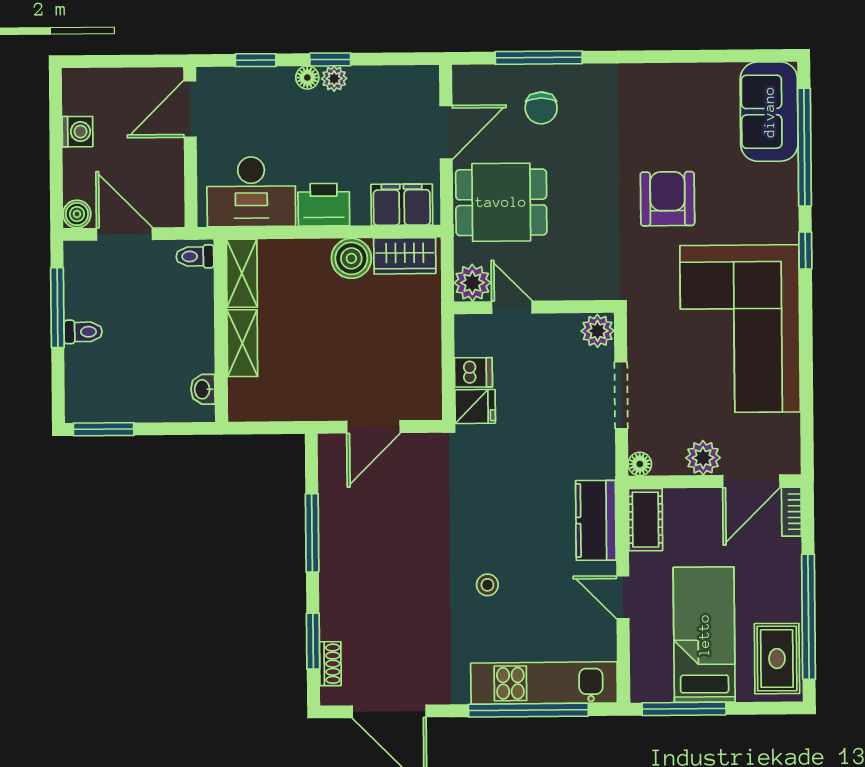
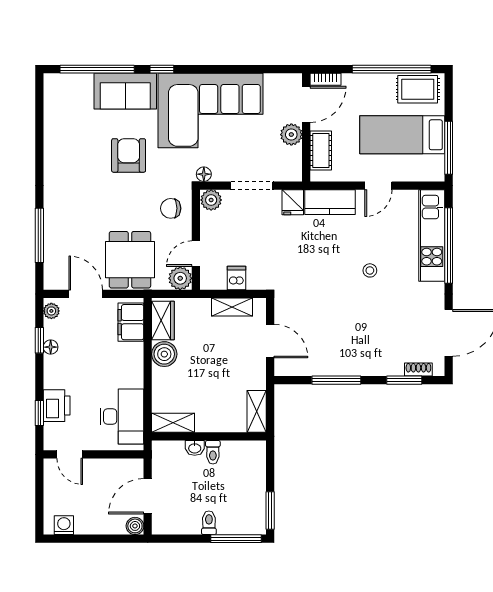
window: (330, 59) -> (39, 340), moved
floor lamp: (307, 78) -> (51, 347), moved
plant: (334, 79) -> (51, 311), moved
chair: (541, 108) -> (171, 208), moved, turned 180
door: (190, 109) -> (70, 454), width x0.73
sofa: (769, 112) -> (125, 91), moved
washing machine: (77, 132) -> (64, 525), moved
armchair: (667, 199) -> (129, 155), turned 90
printer: (324, 205) -> (57, 406), moved, turned 180
toilet: (195, 256) -> (213, 452), moved
window: (57, 308) -> (236, 539), moved
shelving: (242, 343) -> (257, 411), moved, turned 90
shelving: (427, 366) -> (232, 307), added
washbasin: (203, 389) -> (195, 448), moved
fridge: (475, 407) -> (293, 202), moved, turned 180
floor lamp: (640, 464) -> (204, 174), moved
door: (751, 481) -> (306, 104), hinge flipped
cot: (646, 520) -> (321, 150), moved, turned 90

